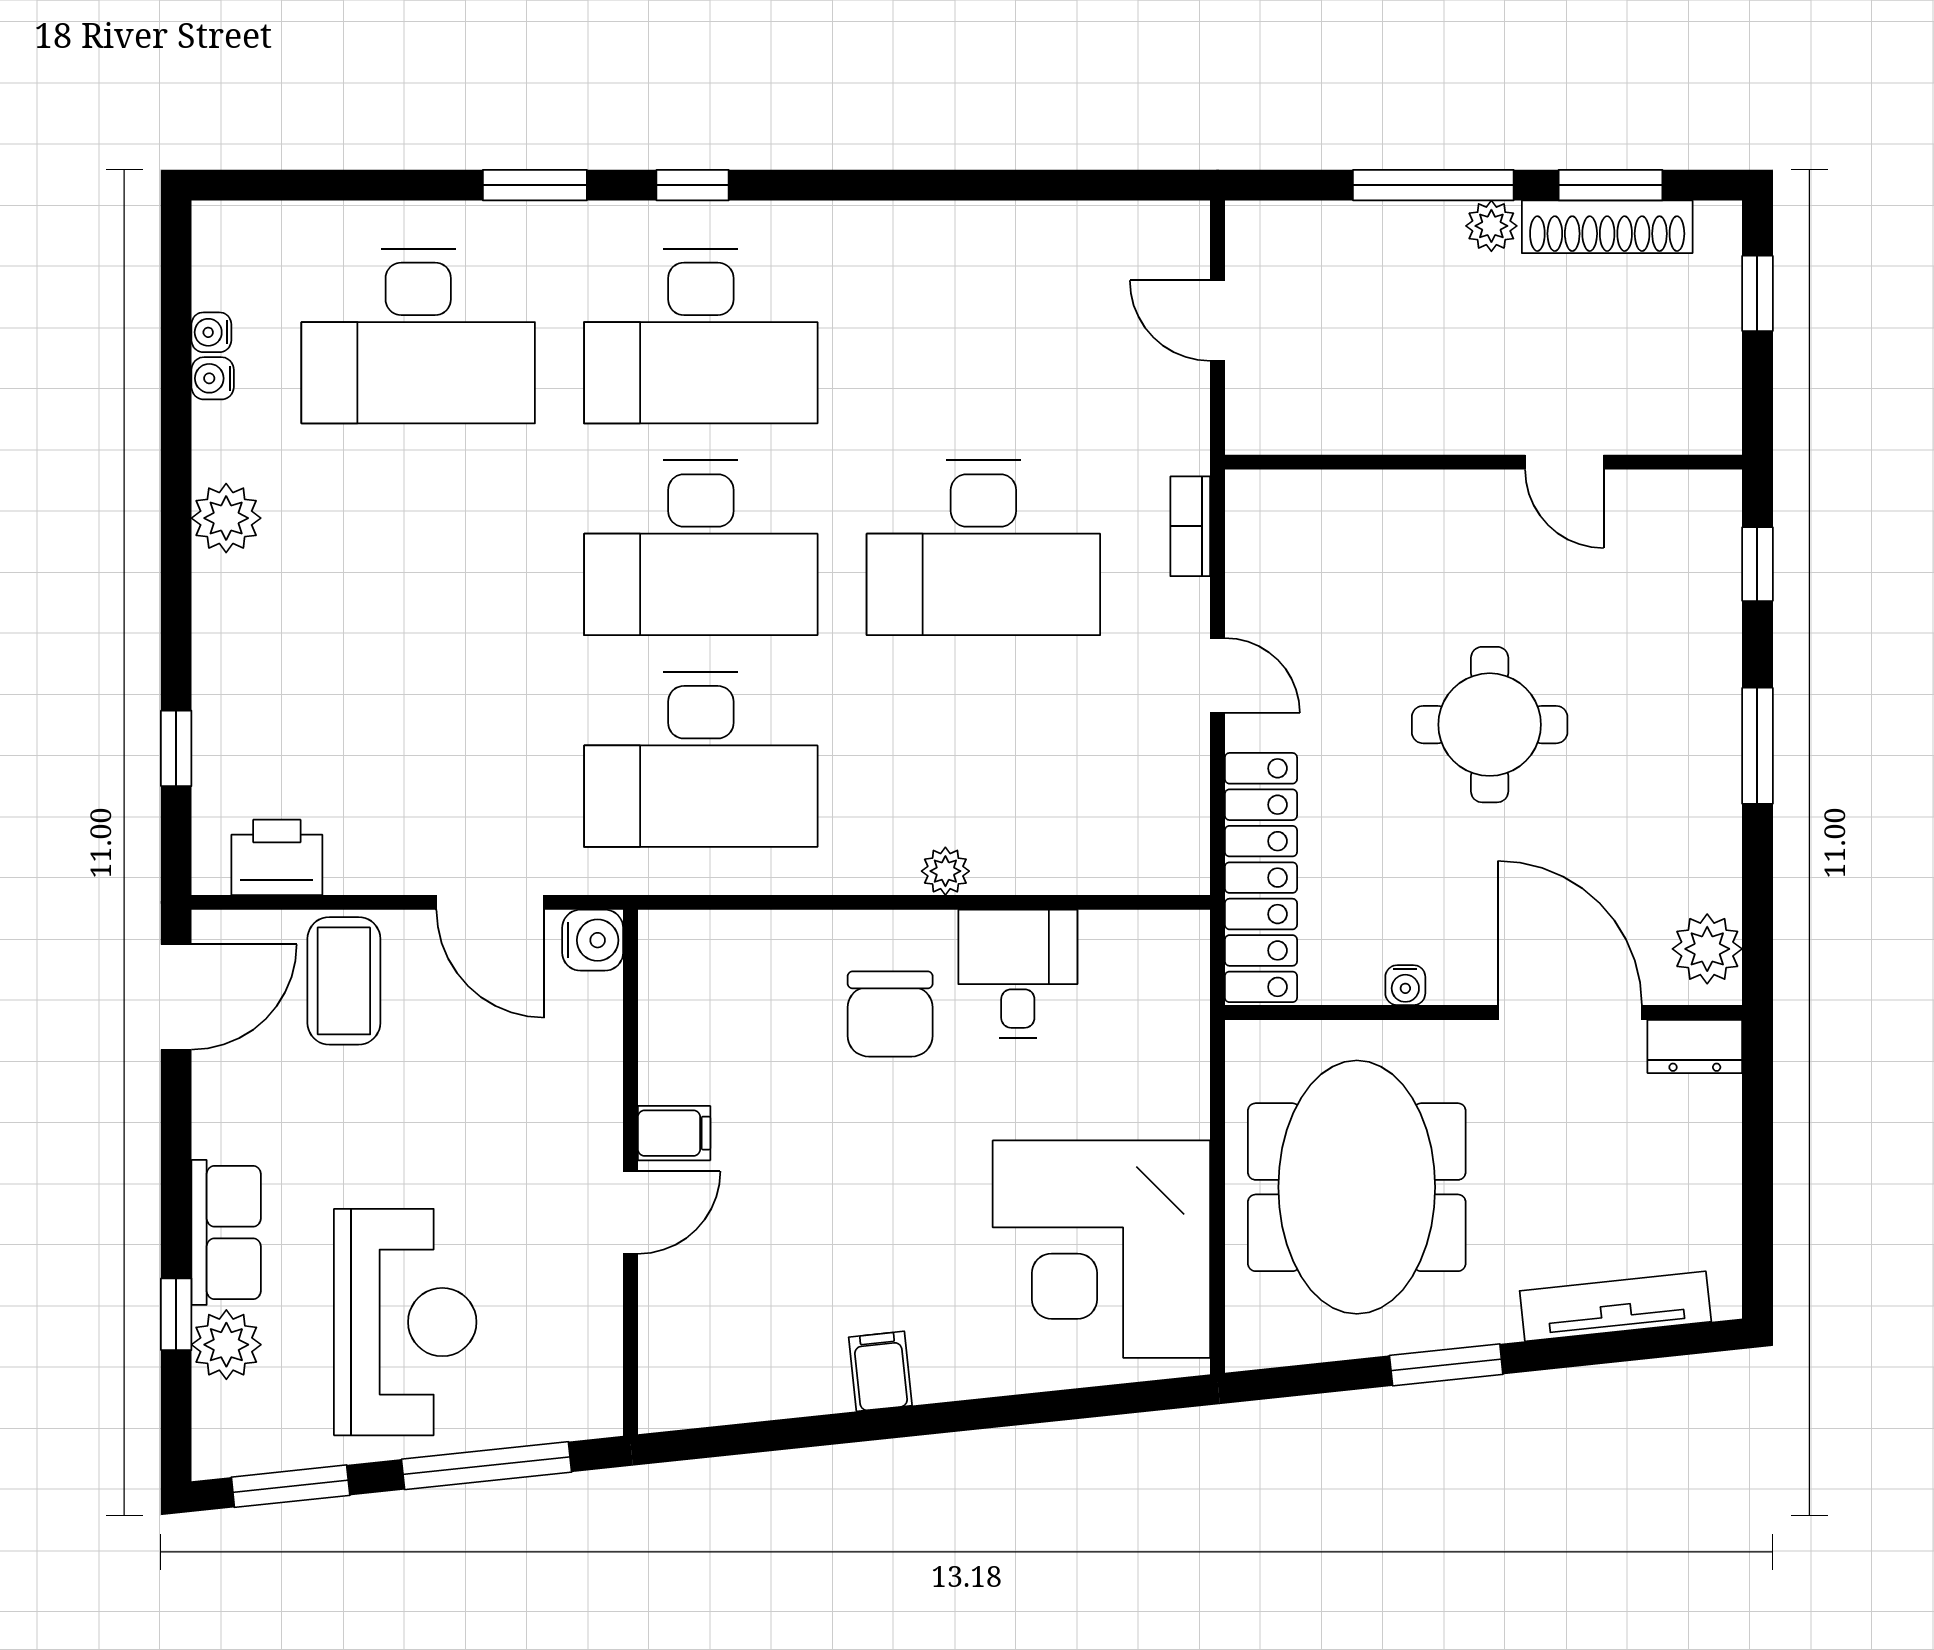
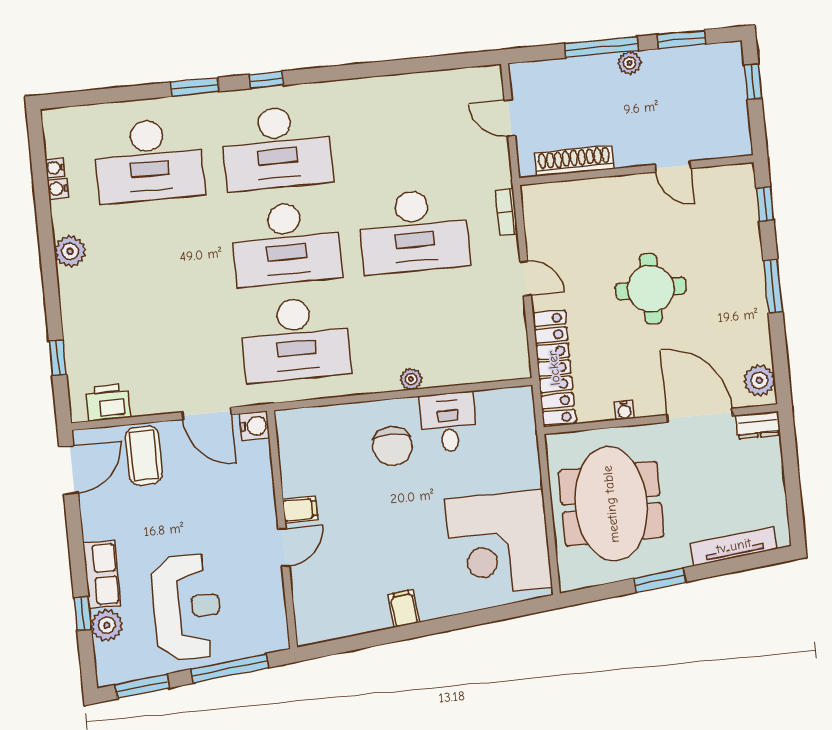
shoe rack: (1607, 227) -> (574, 161), moved, turned 180

